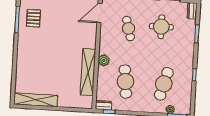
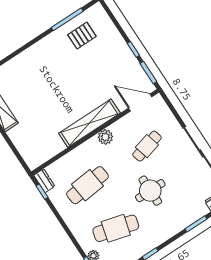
round table: (161, 27) -> (150, 191), moved
plant: (104, 60) -> (105, 137), moved
shelving: (88, 72) -> (89, 123), moved

